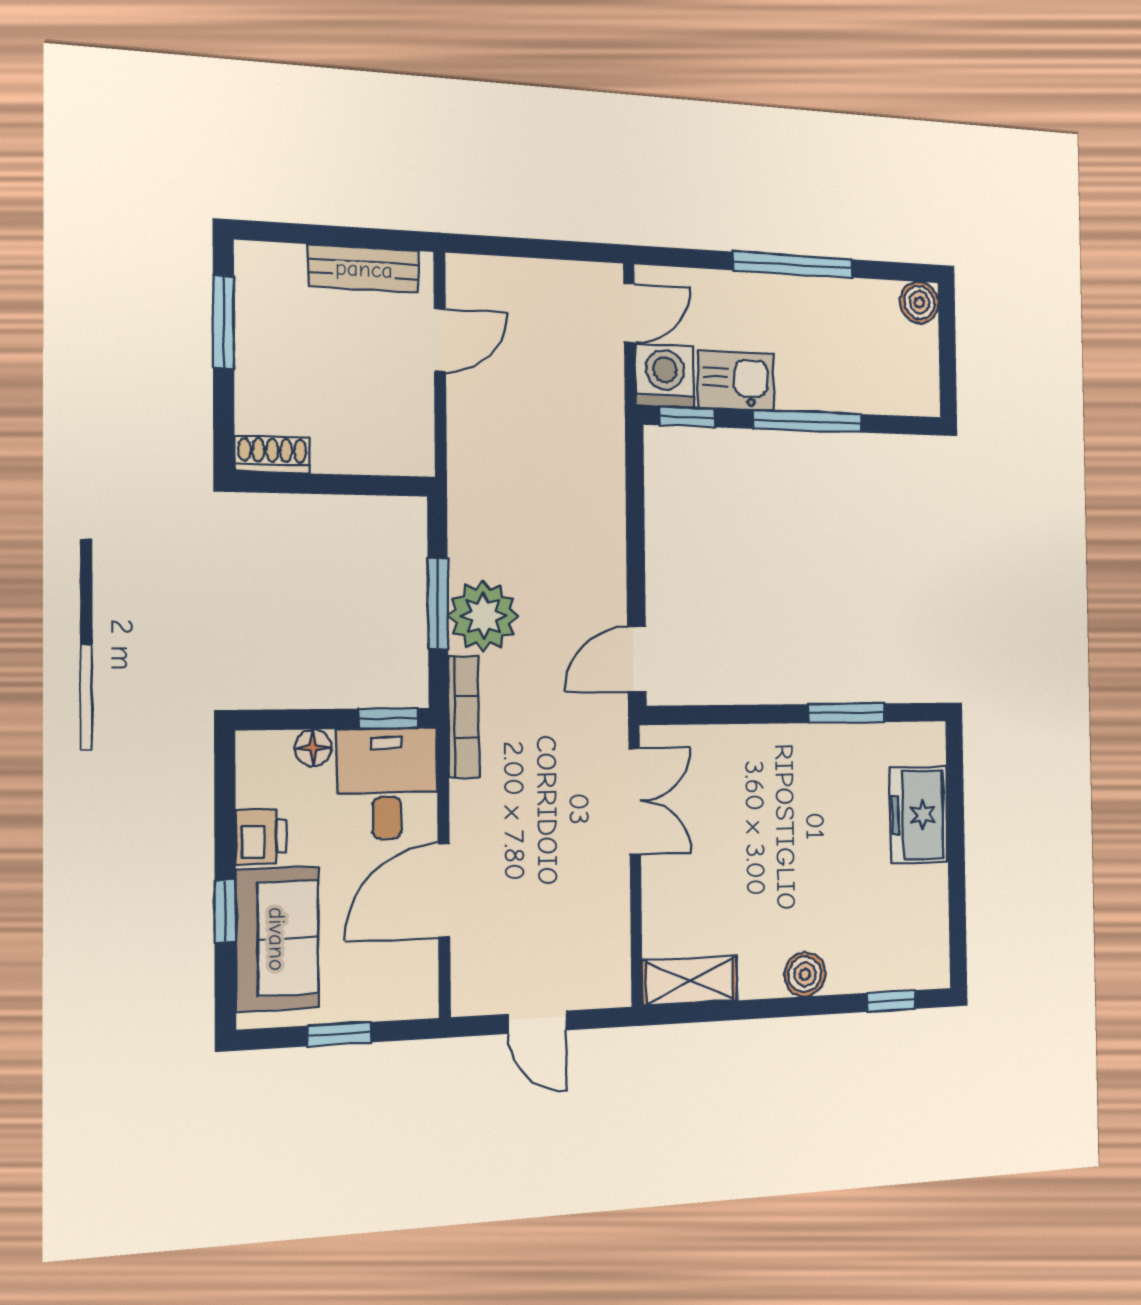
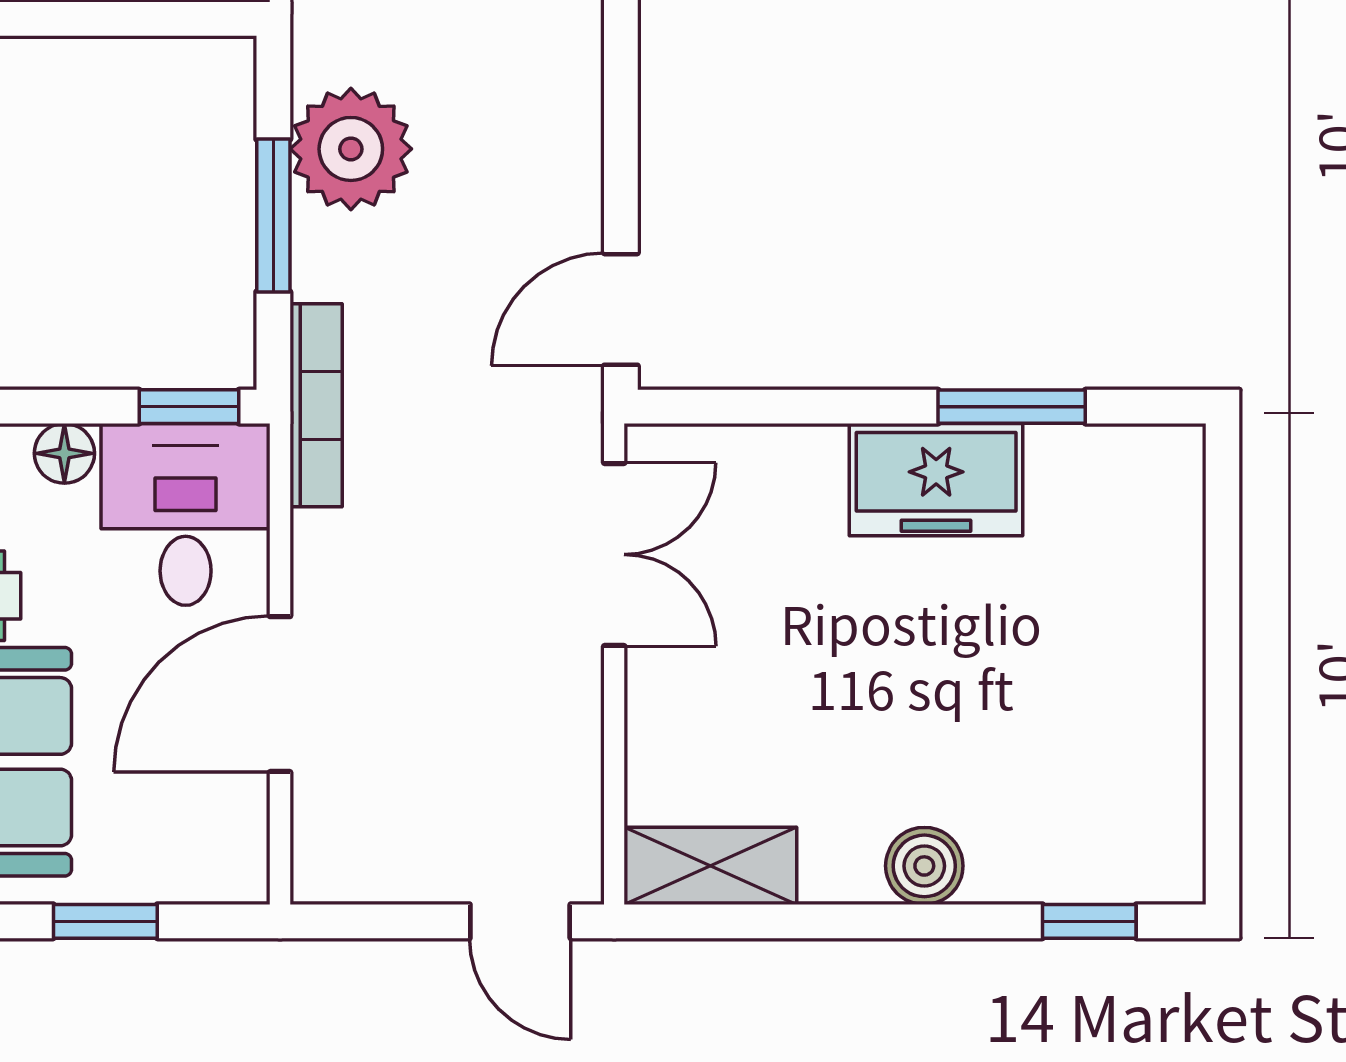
plant: (483, 616) -> (351, 149), moved
freezer: (919, 815) -> (936, 480), moved, turned -90
door: (537, 1022) -> (520, 921), moved

